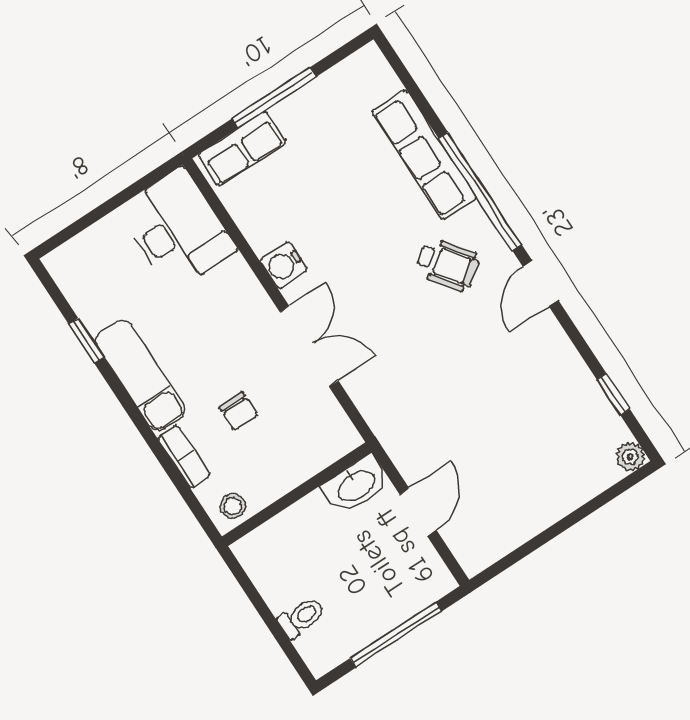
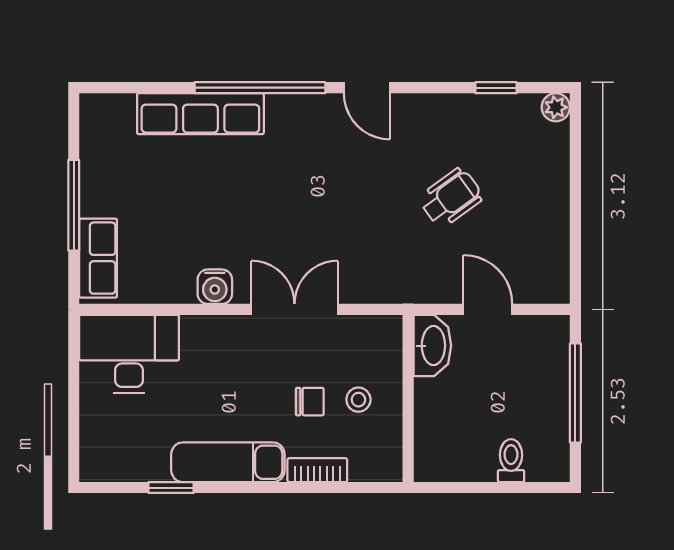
wheelchair: (448, 264) -> (451, 198), moved
stool: (233, 506) -> (358, 400), moved

